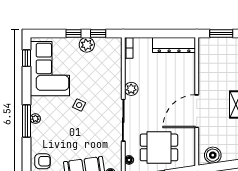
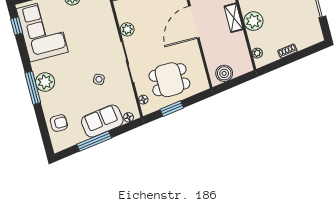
side table: (79, 105) -> (99, 79), moved
door: (197, 111) -> (194, 22), moved
plant: (35, 119) -> (45, 82), width x1.87, depth x1.87

